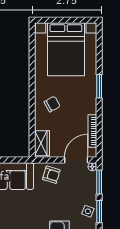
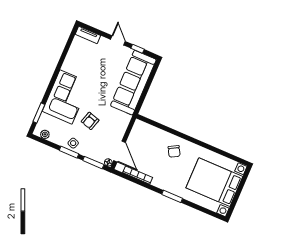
wardrobe: (42, 143) -> (145, 129), removed
armchair: (51, 175) -> (90, 121), moved

